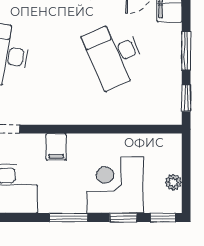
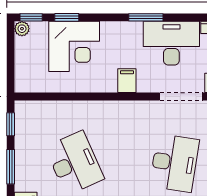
plant: (173, 182) -> (22, 29), moved
window: (68, 218) -> (146, 17), moved

